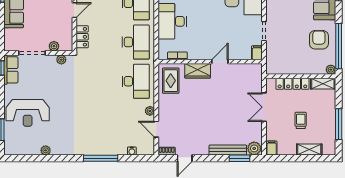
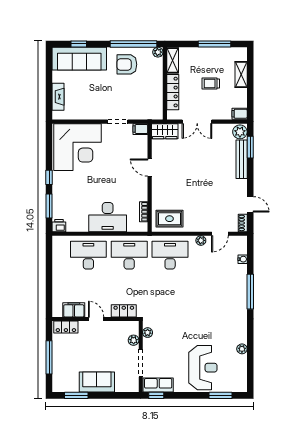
wardrobe: (198, 71) -> (165, 131), moved, turned 90

